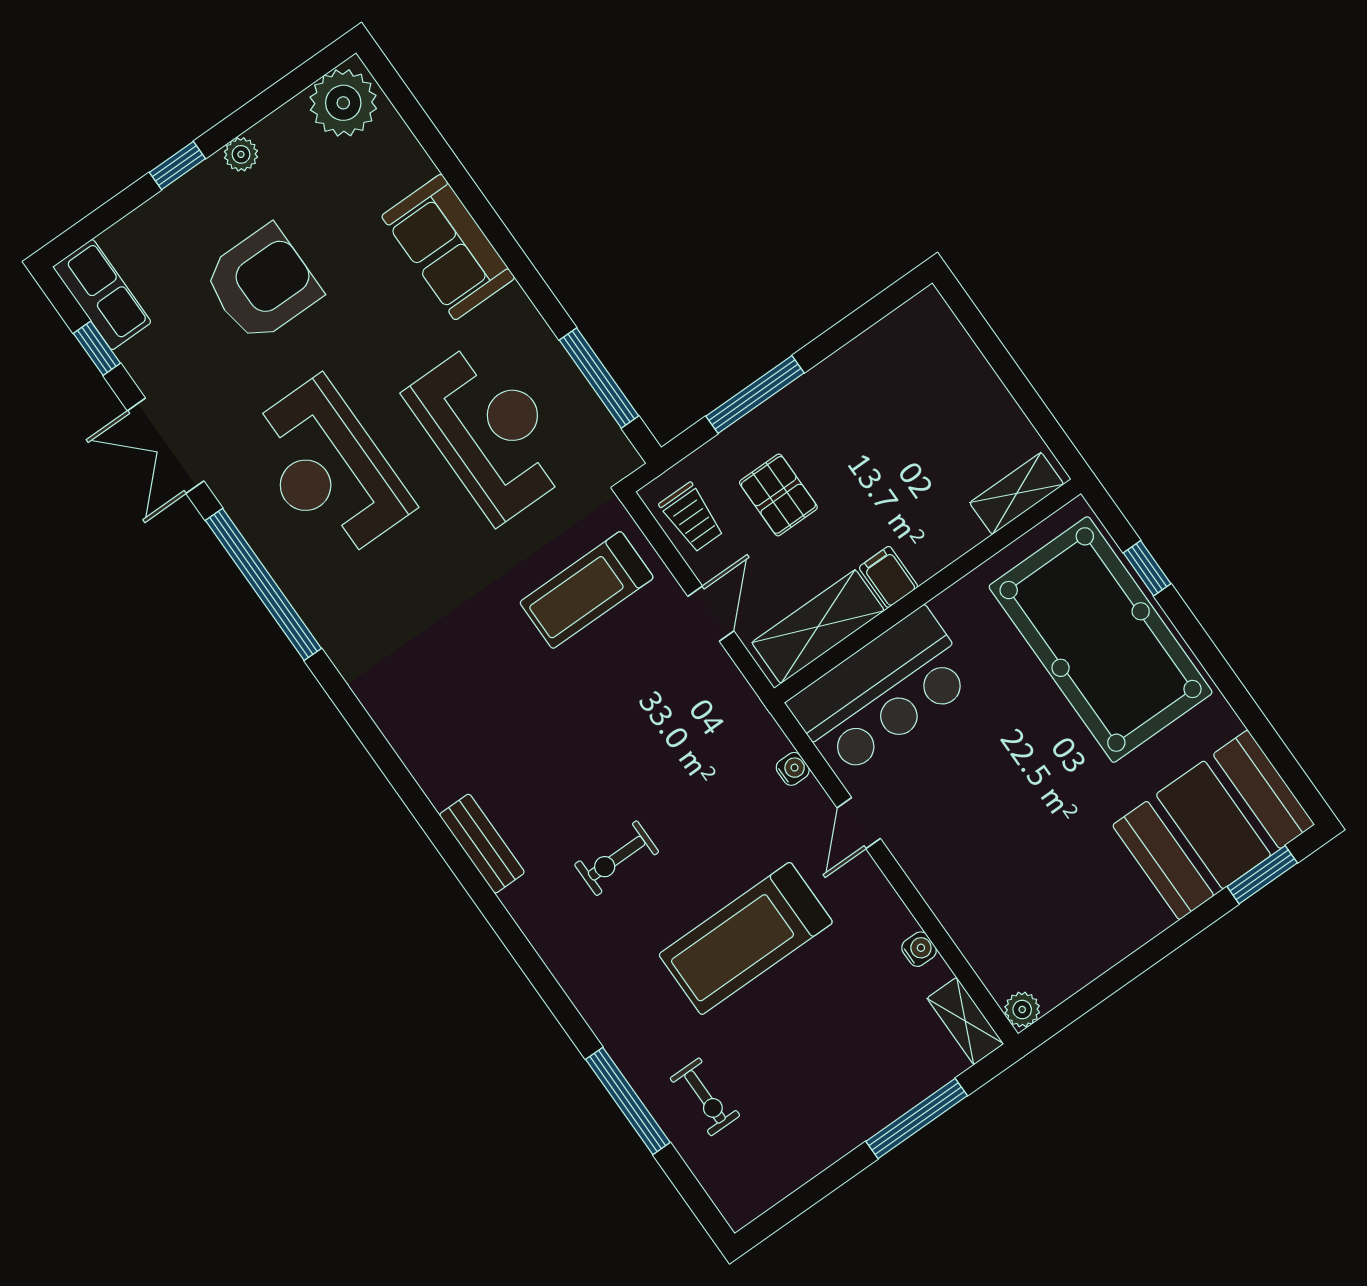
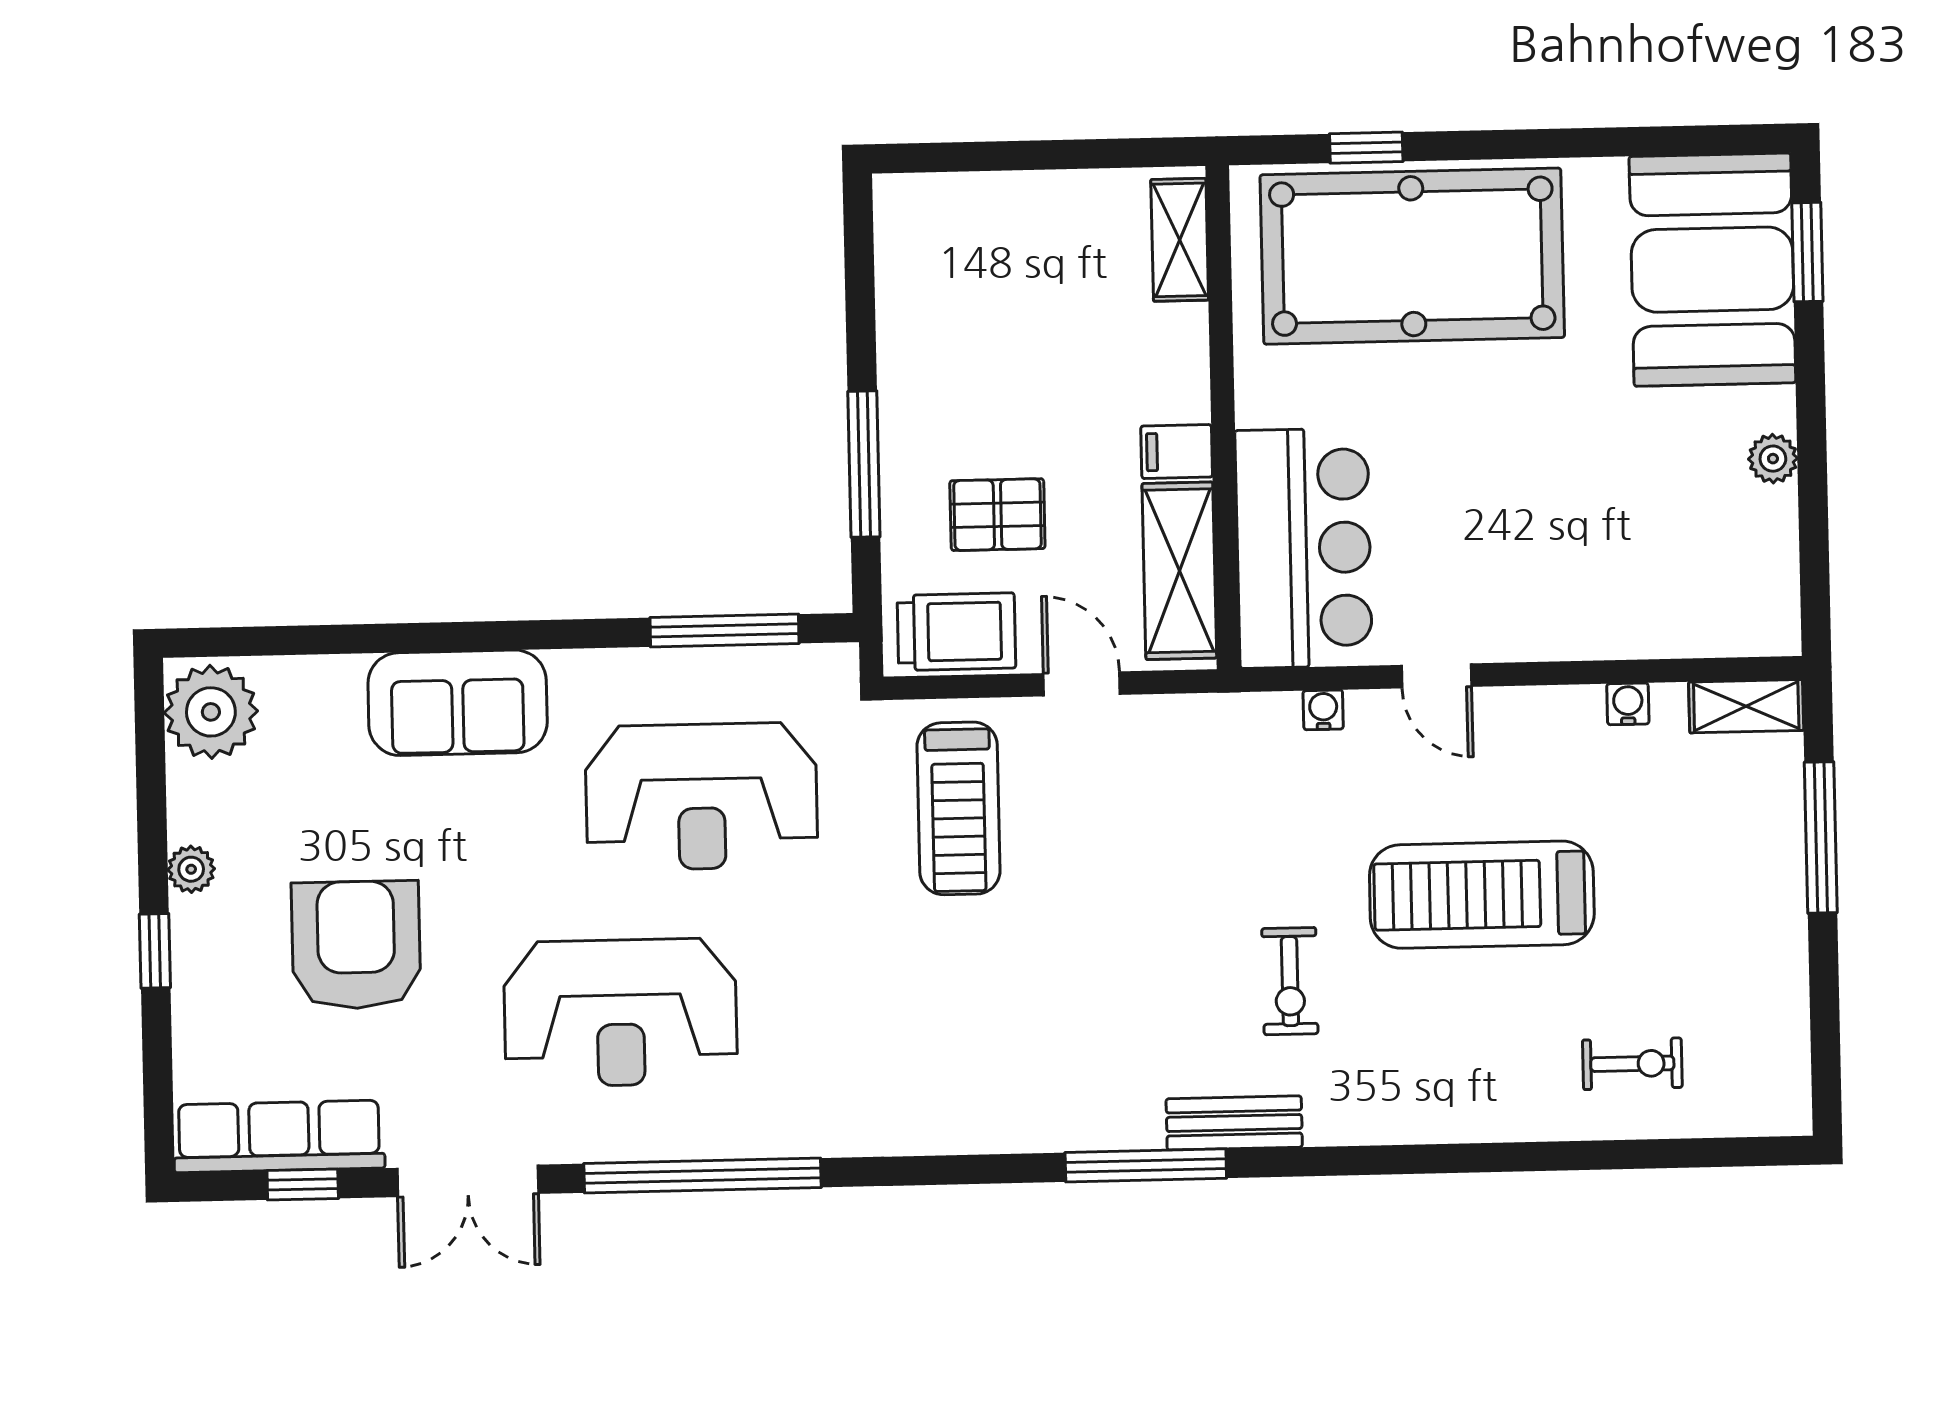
row of seats: (102, 295) -> (279, 1136), width x1.48
reception desk: (490, 431) -> (701, 796), turned 180
trolley: (692, 517) -> (956, 632), width x1.36, depth x1.39
bench: (482, 844) -> (1234, 1123), moved
treadmill: (746, 938) -> (1482, 895), turned 90
plant: (1022, 1010) -> (1773, 459), moved
window: (628, 1101) -> (1146, 1165), moved

